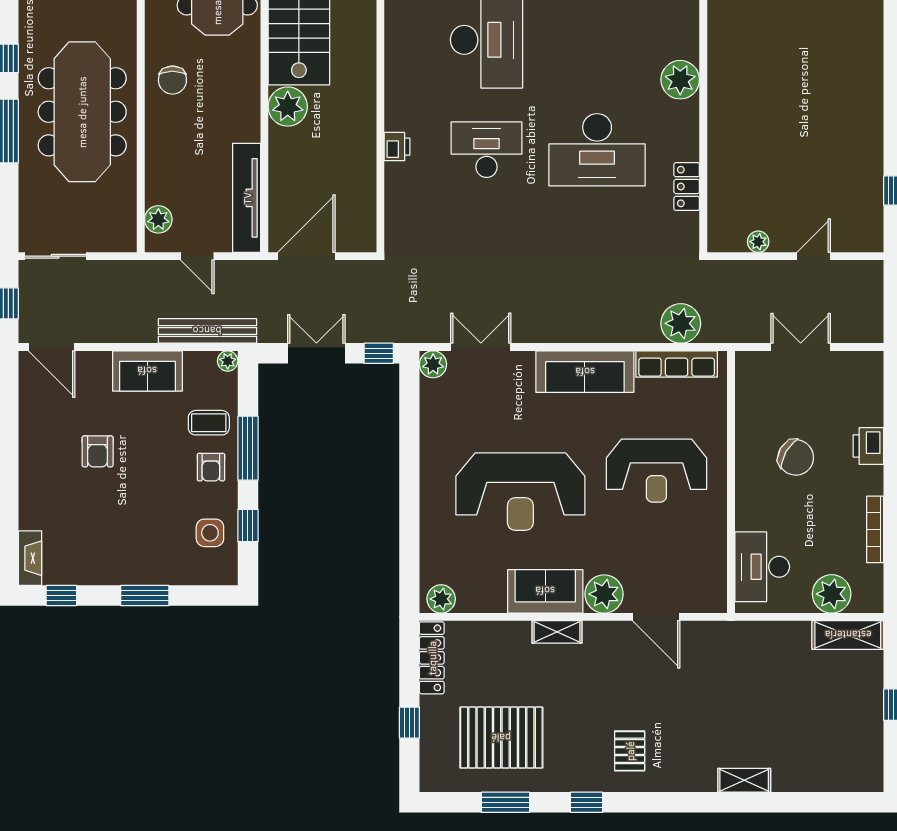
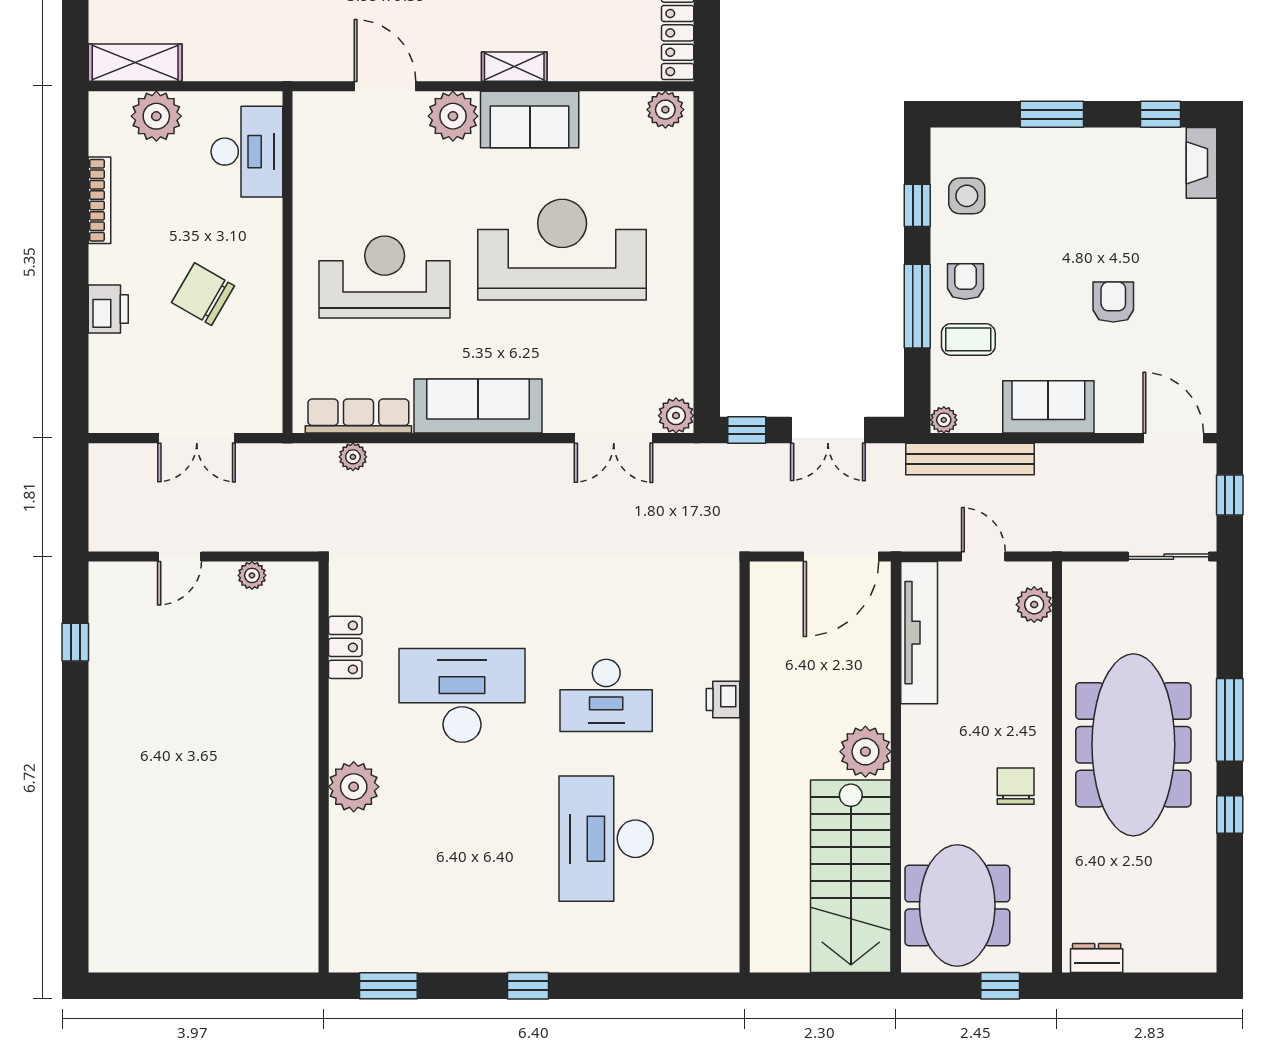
plant: (681, 323) -> (353, 457), width x0.53, depth x0.53

